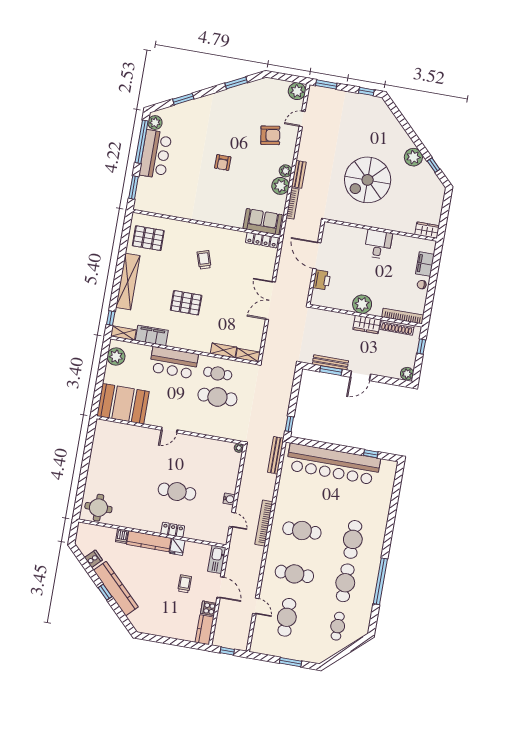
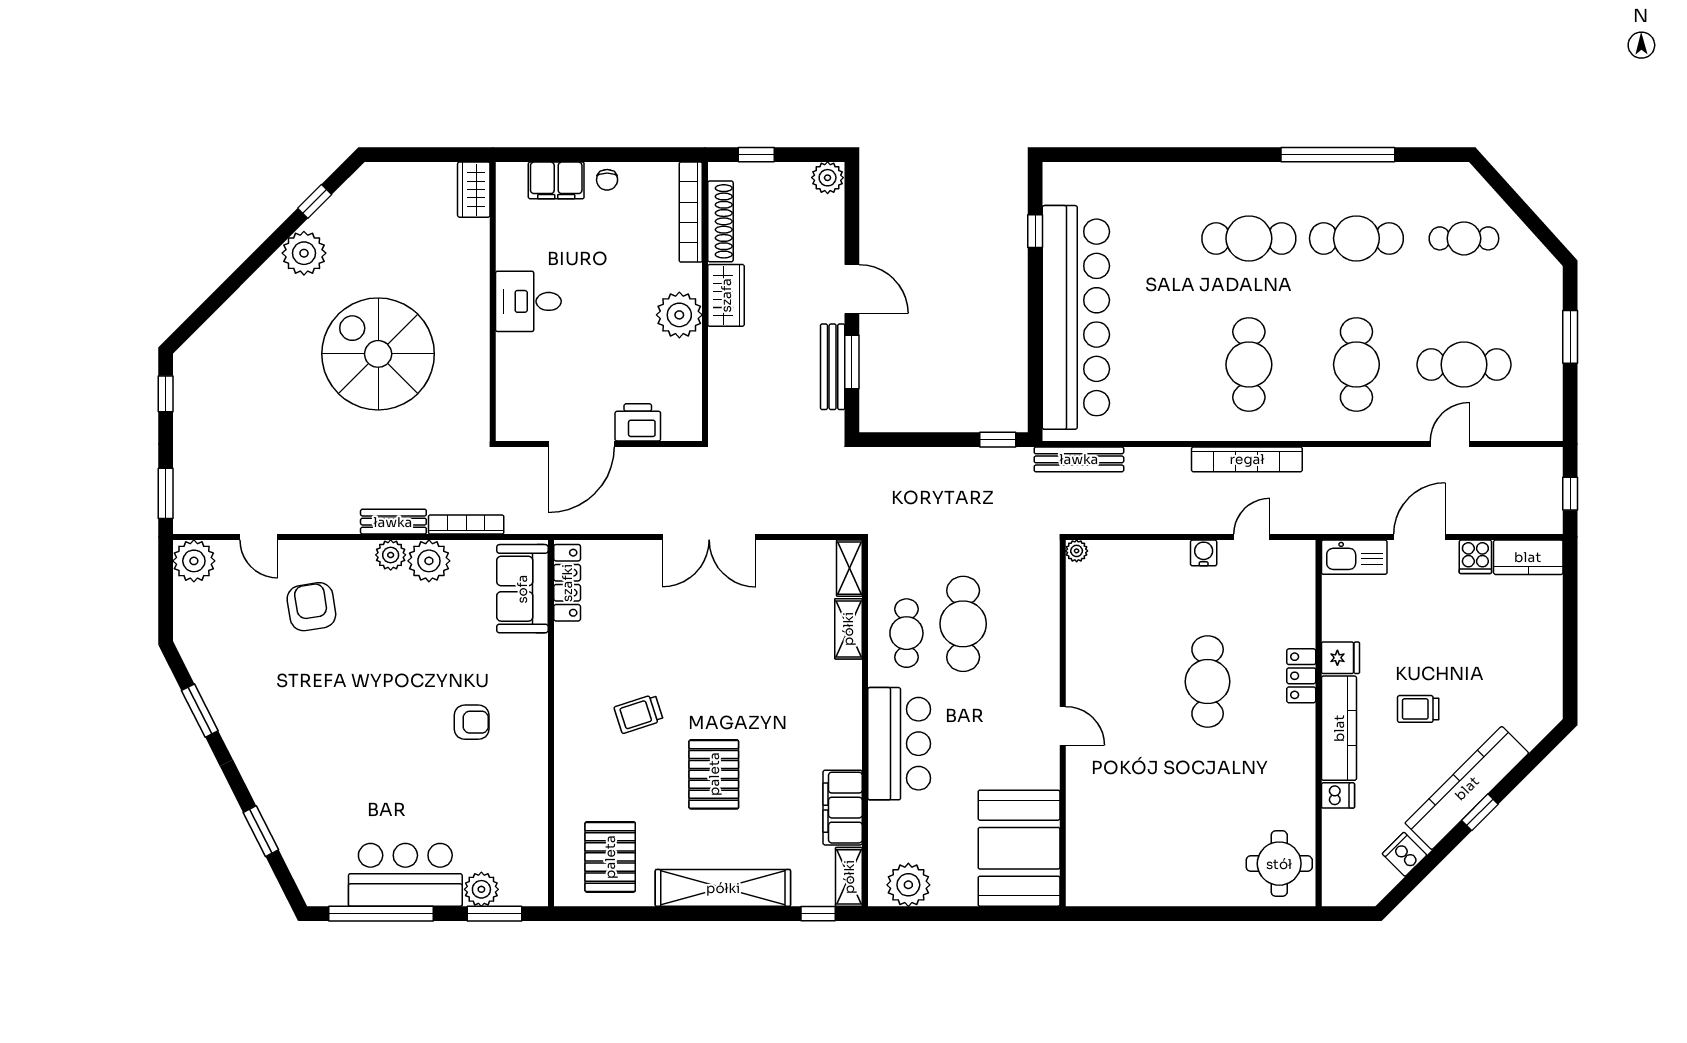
plant: (155, 123) -> (481, 889), moved
armchair: (223, 162) -> (472, 722), moved
spiral stairs: (368, 180) -> (378, 354), turned 180
pallet: (186, 303) -> (714, 774), moved
trolley: (185, 584) -> (1418, 709), moved

